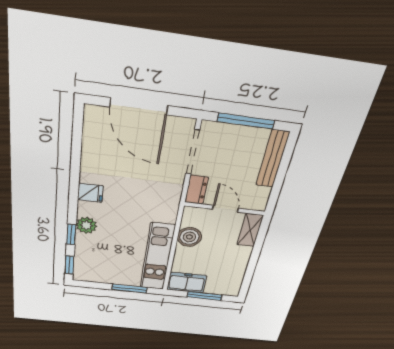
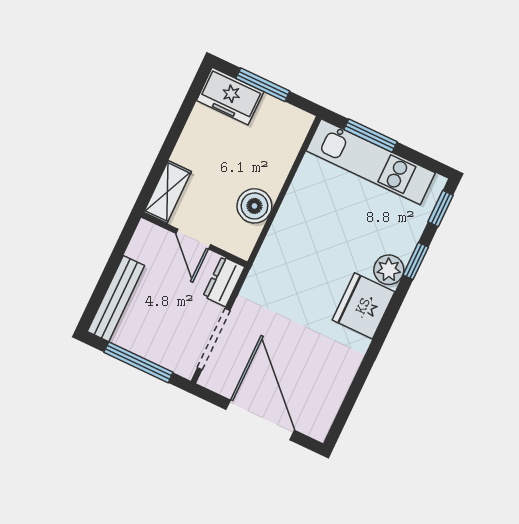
fridge: (90, 193) -> (363, 306), width x1.88, depth x1.34
kitchen unit: (157, 257) -> (371, 162), moved, turned 90
freezer: (187, 283) -> (230, 96), moved

